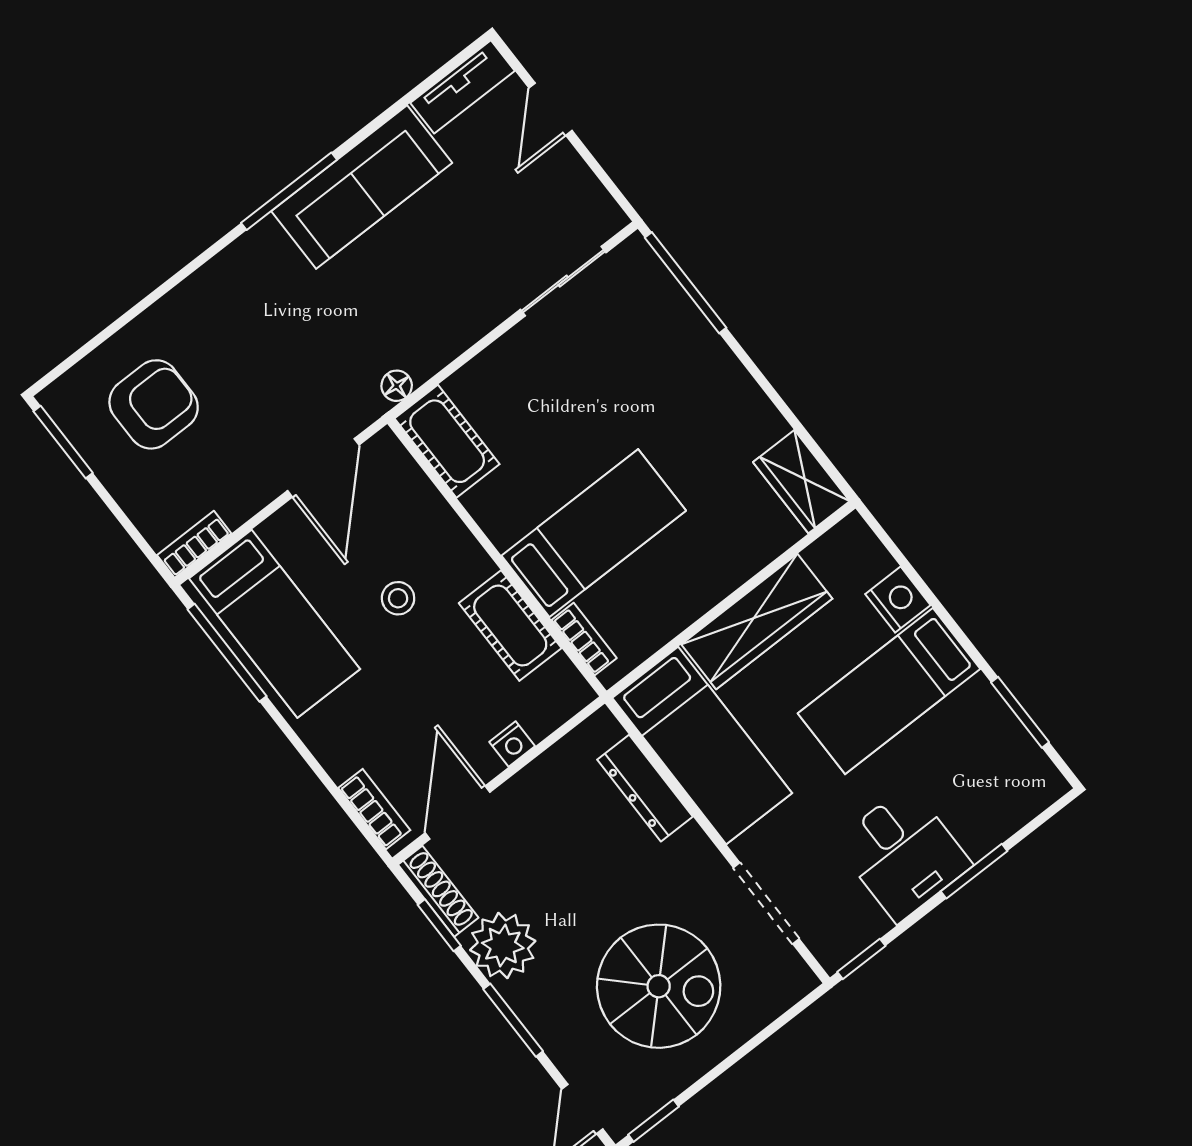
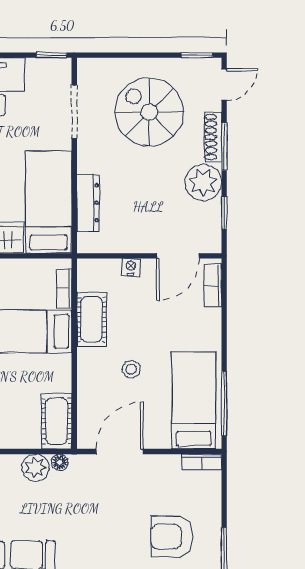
plant: (425, 352) -> (36, 468), added
shoe rack: (438, 891) -> (213, 137), moved

